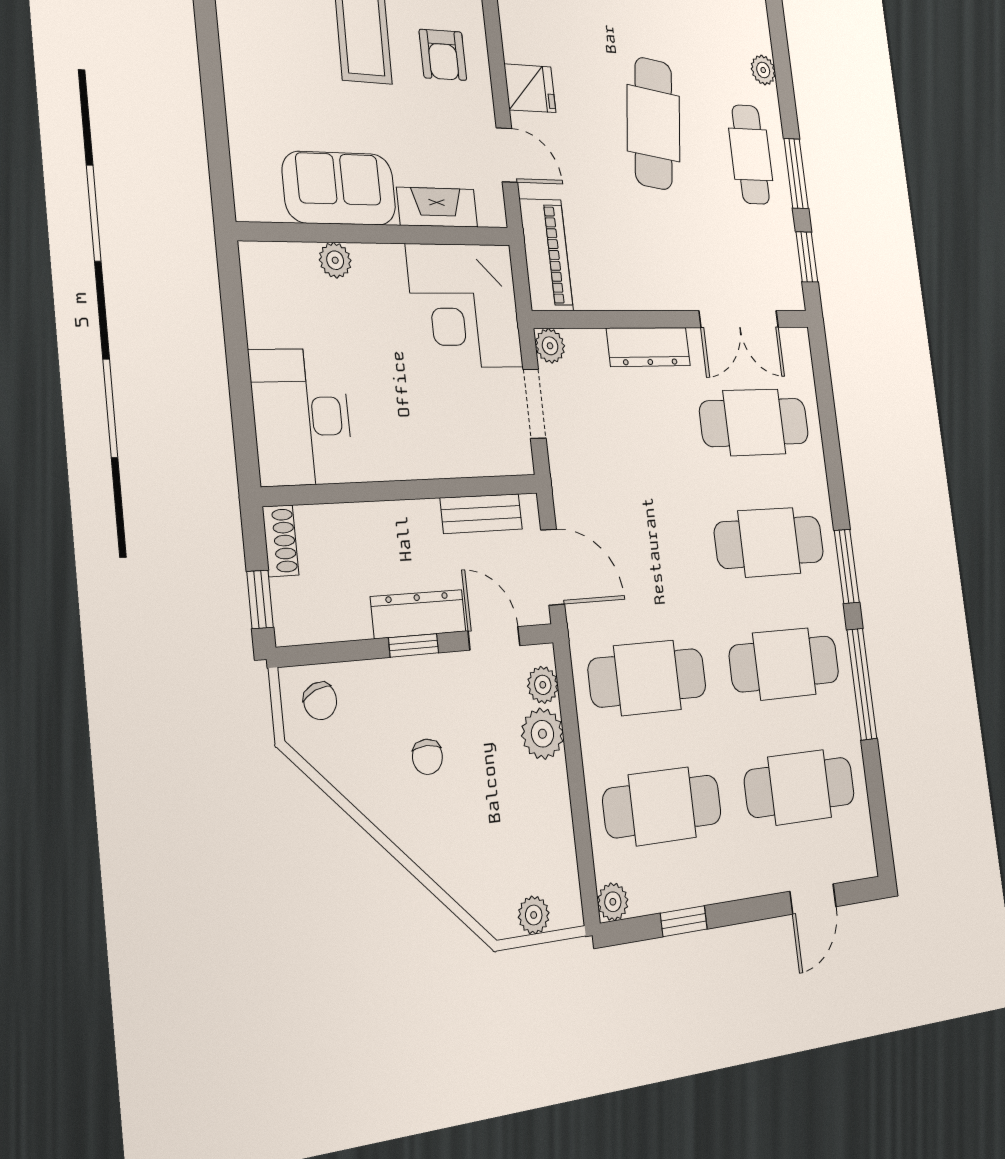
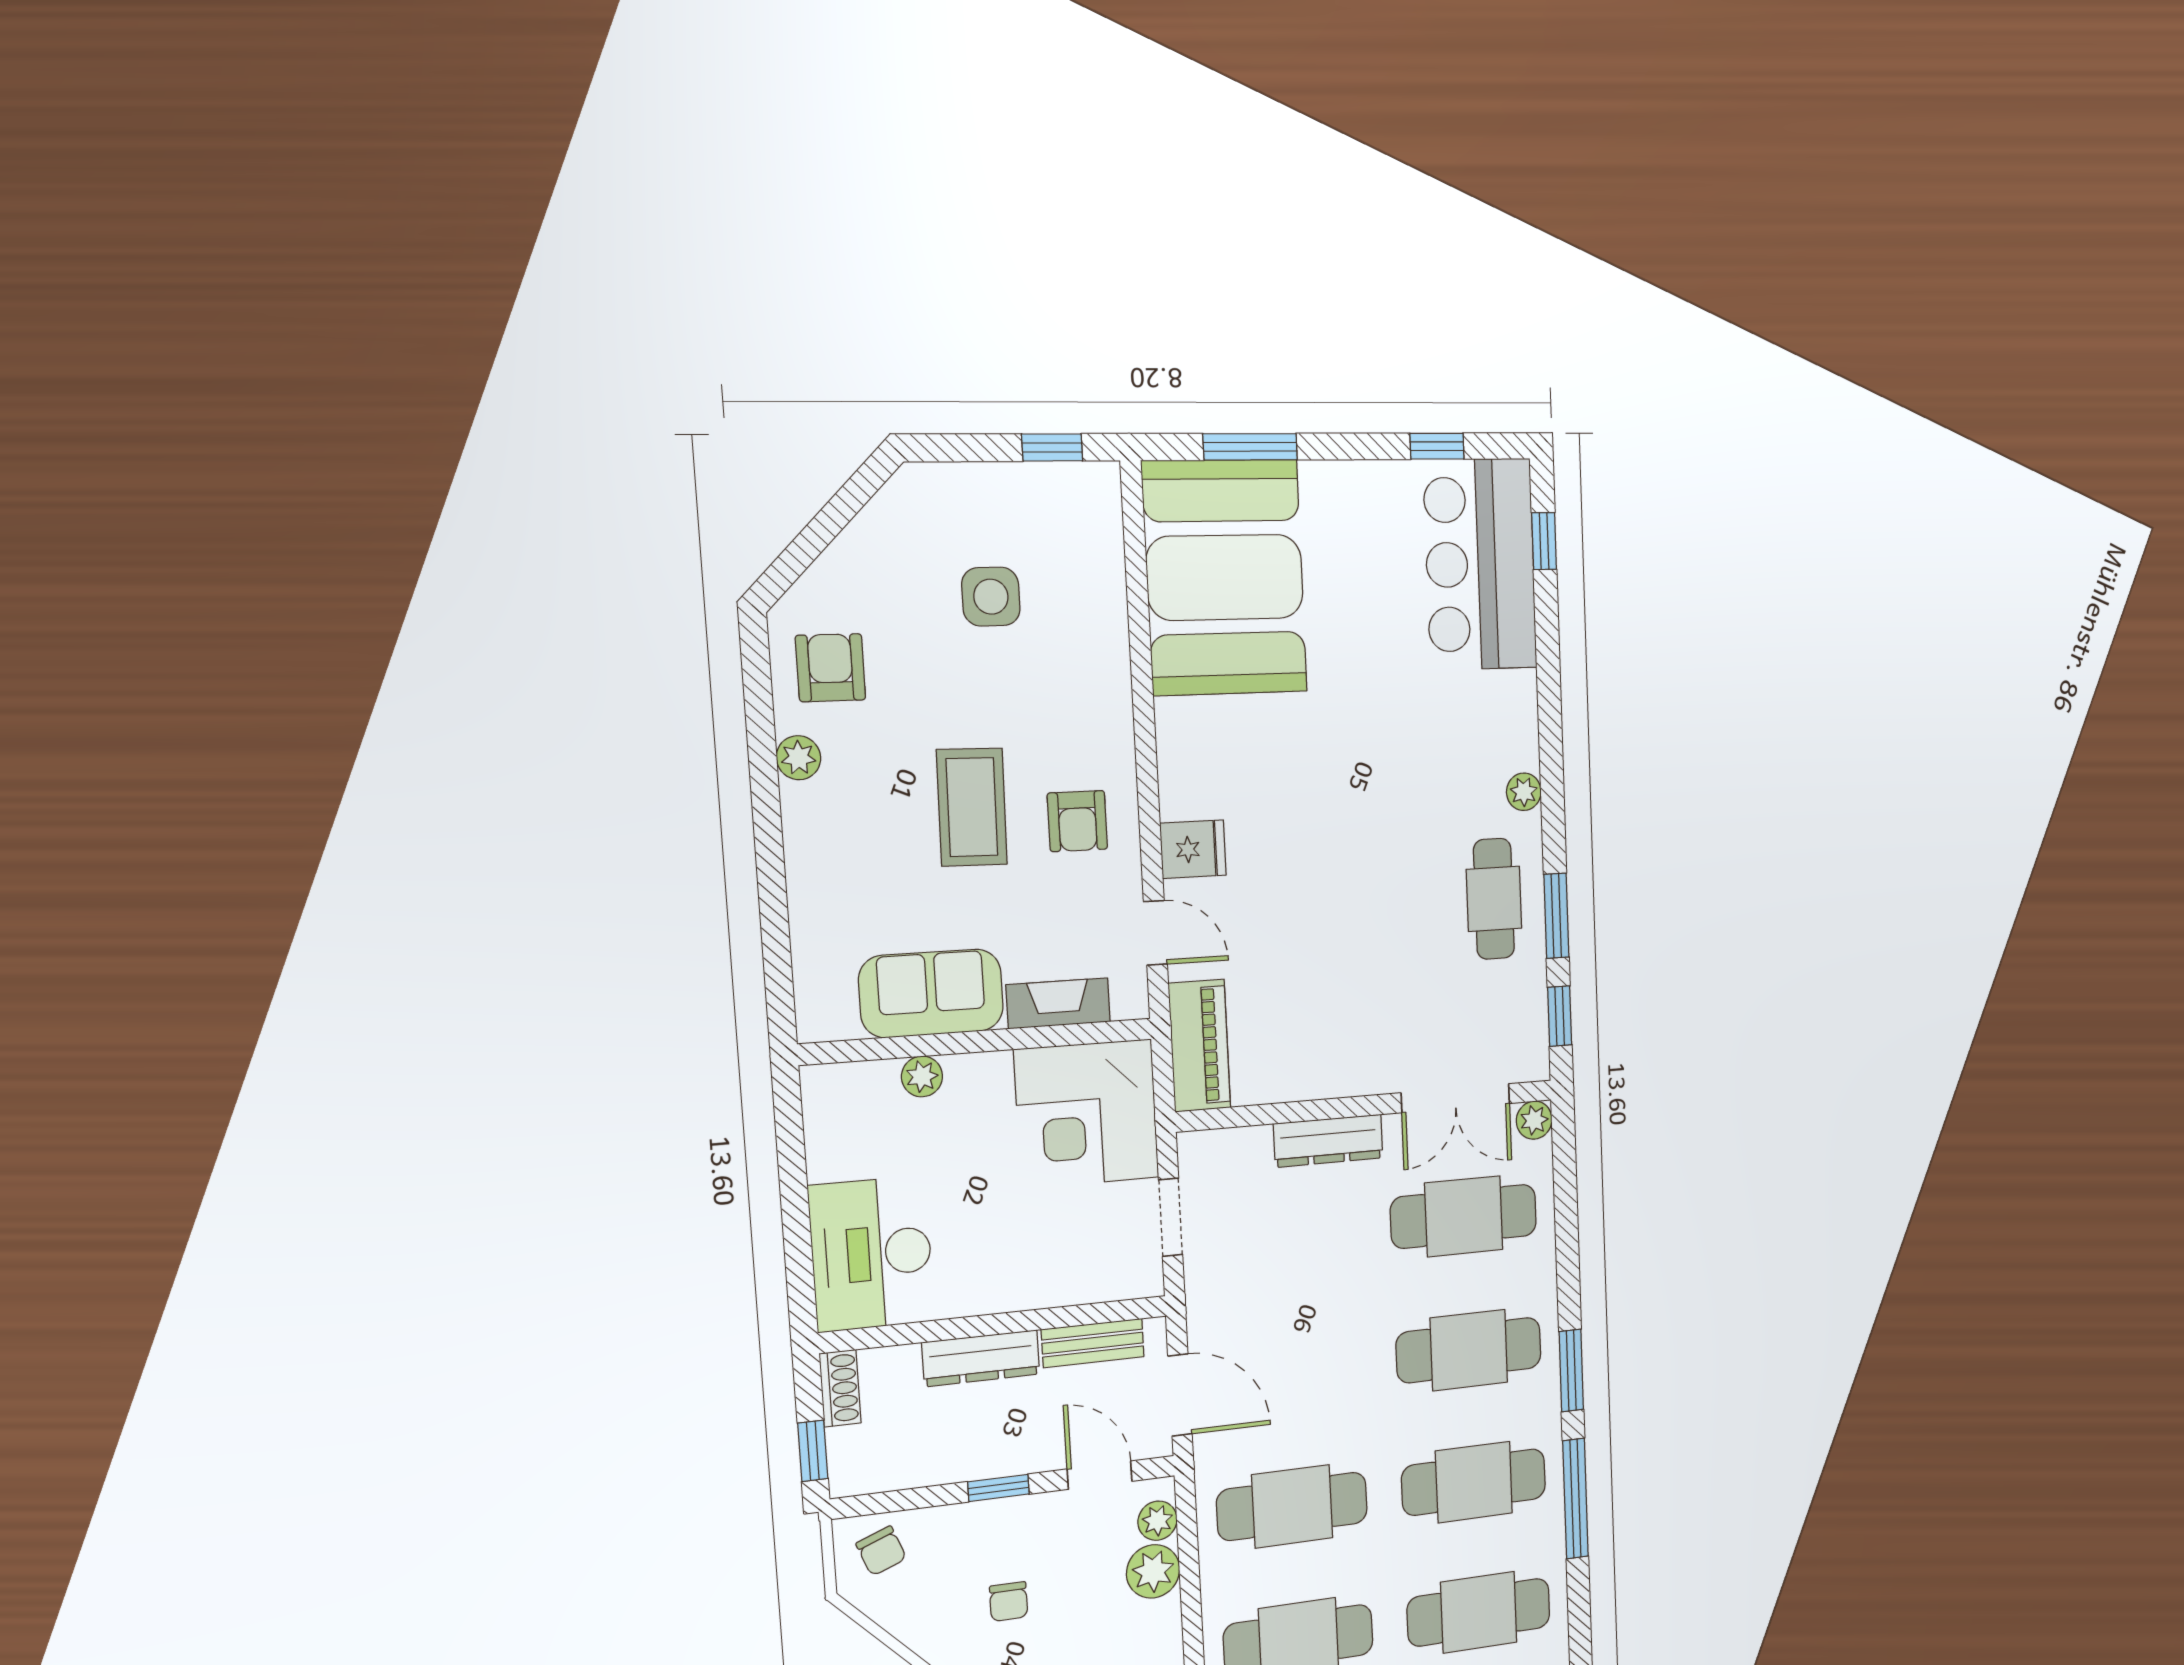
cafe table: (653, 123) -> (1361, 874), removed
plant: (550, 346) -> (1534, 1120), moved
dresser: (418, 614) -> (981, 1358), moved, turned 180

